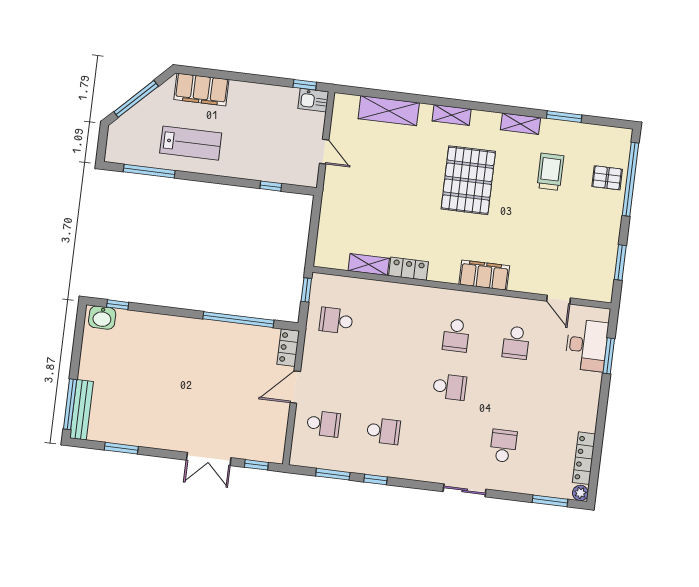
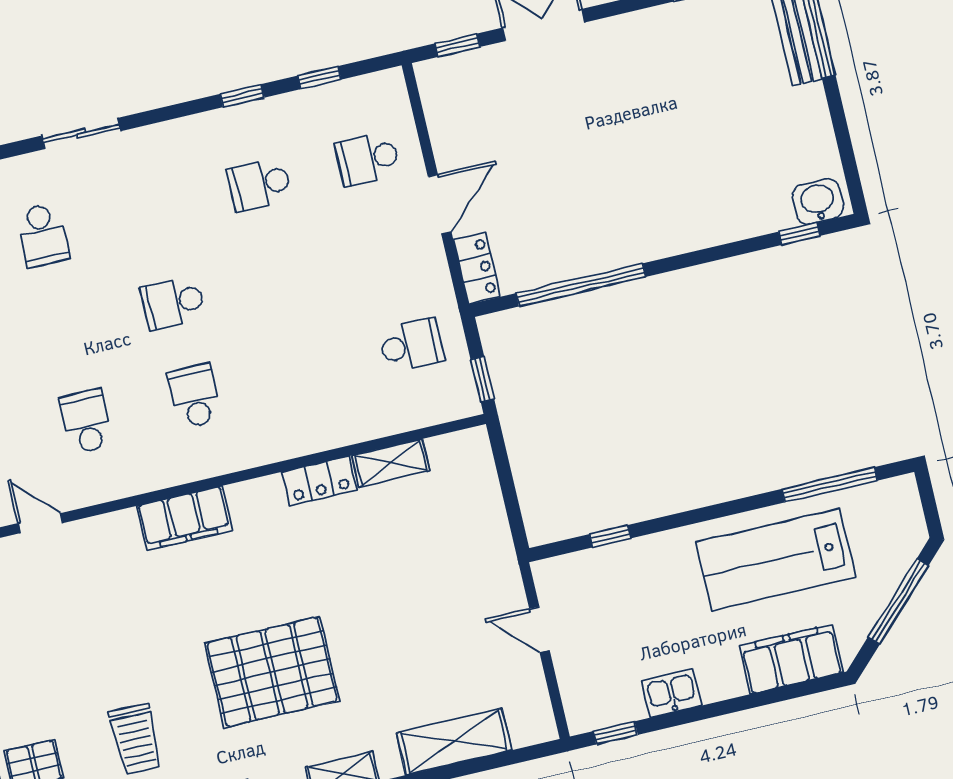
kitchen sink: (313, 100) -> (672, 693), moved
lab bench: (191, 143) -> (776, 560), width x1.36, depth x1.39
pallet: (468, 180) -> (272, 672), turned 90
window: (333, 474) -> (319, 78), width x0.67

